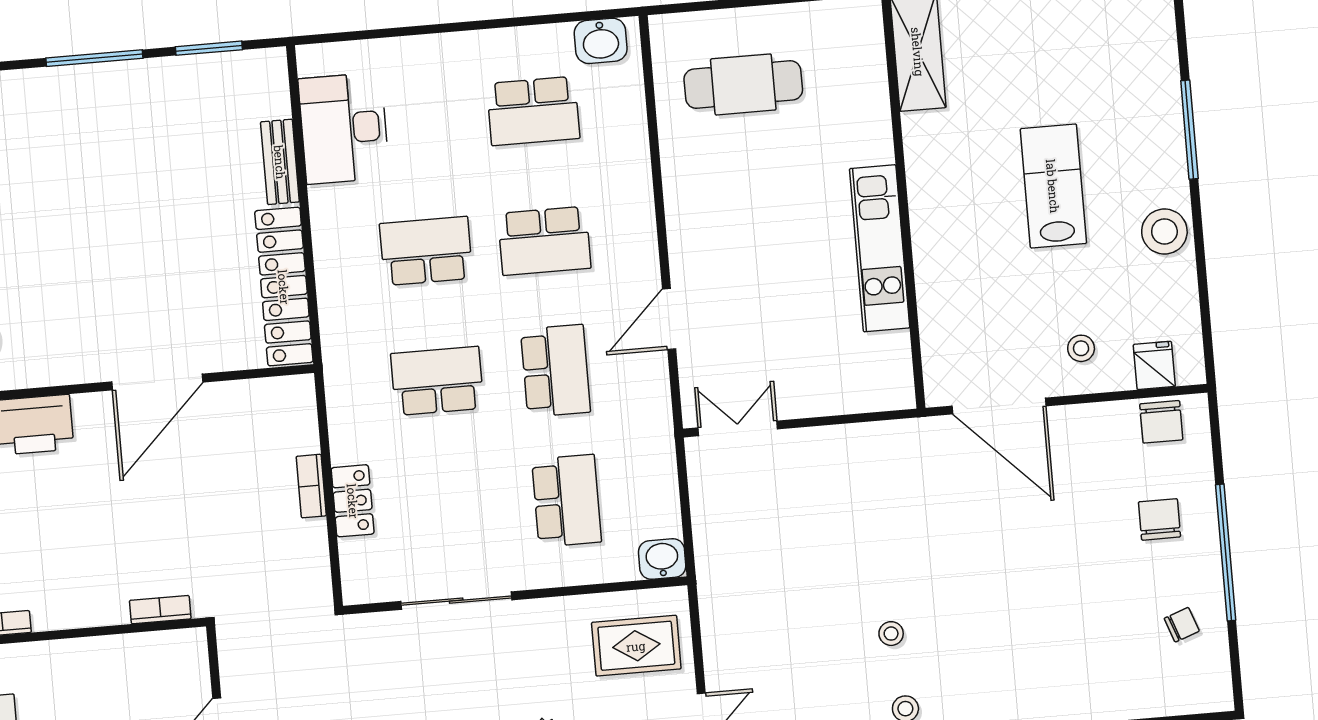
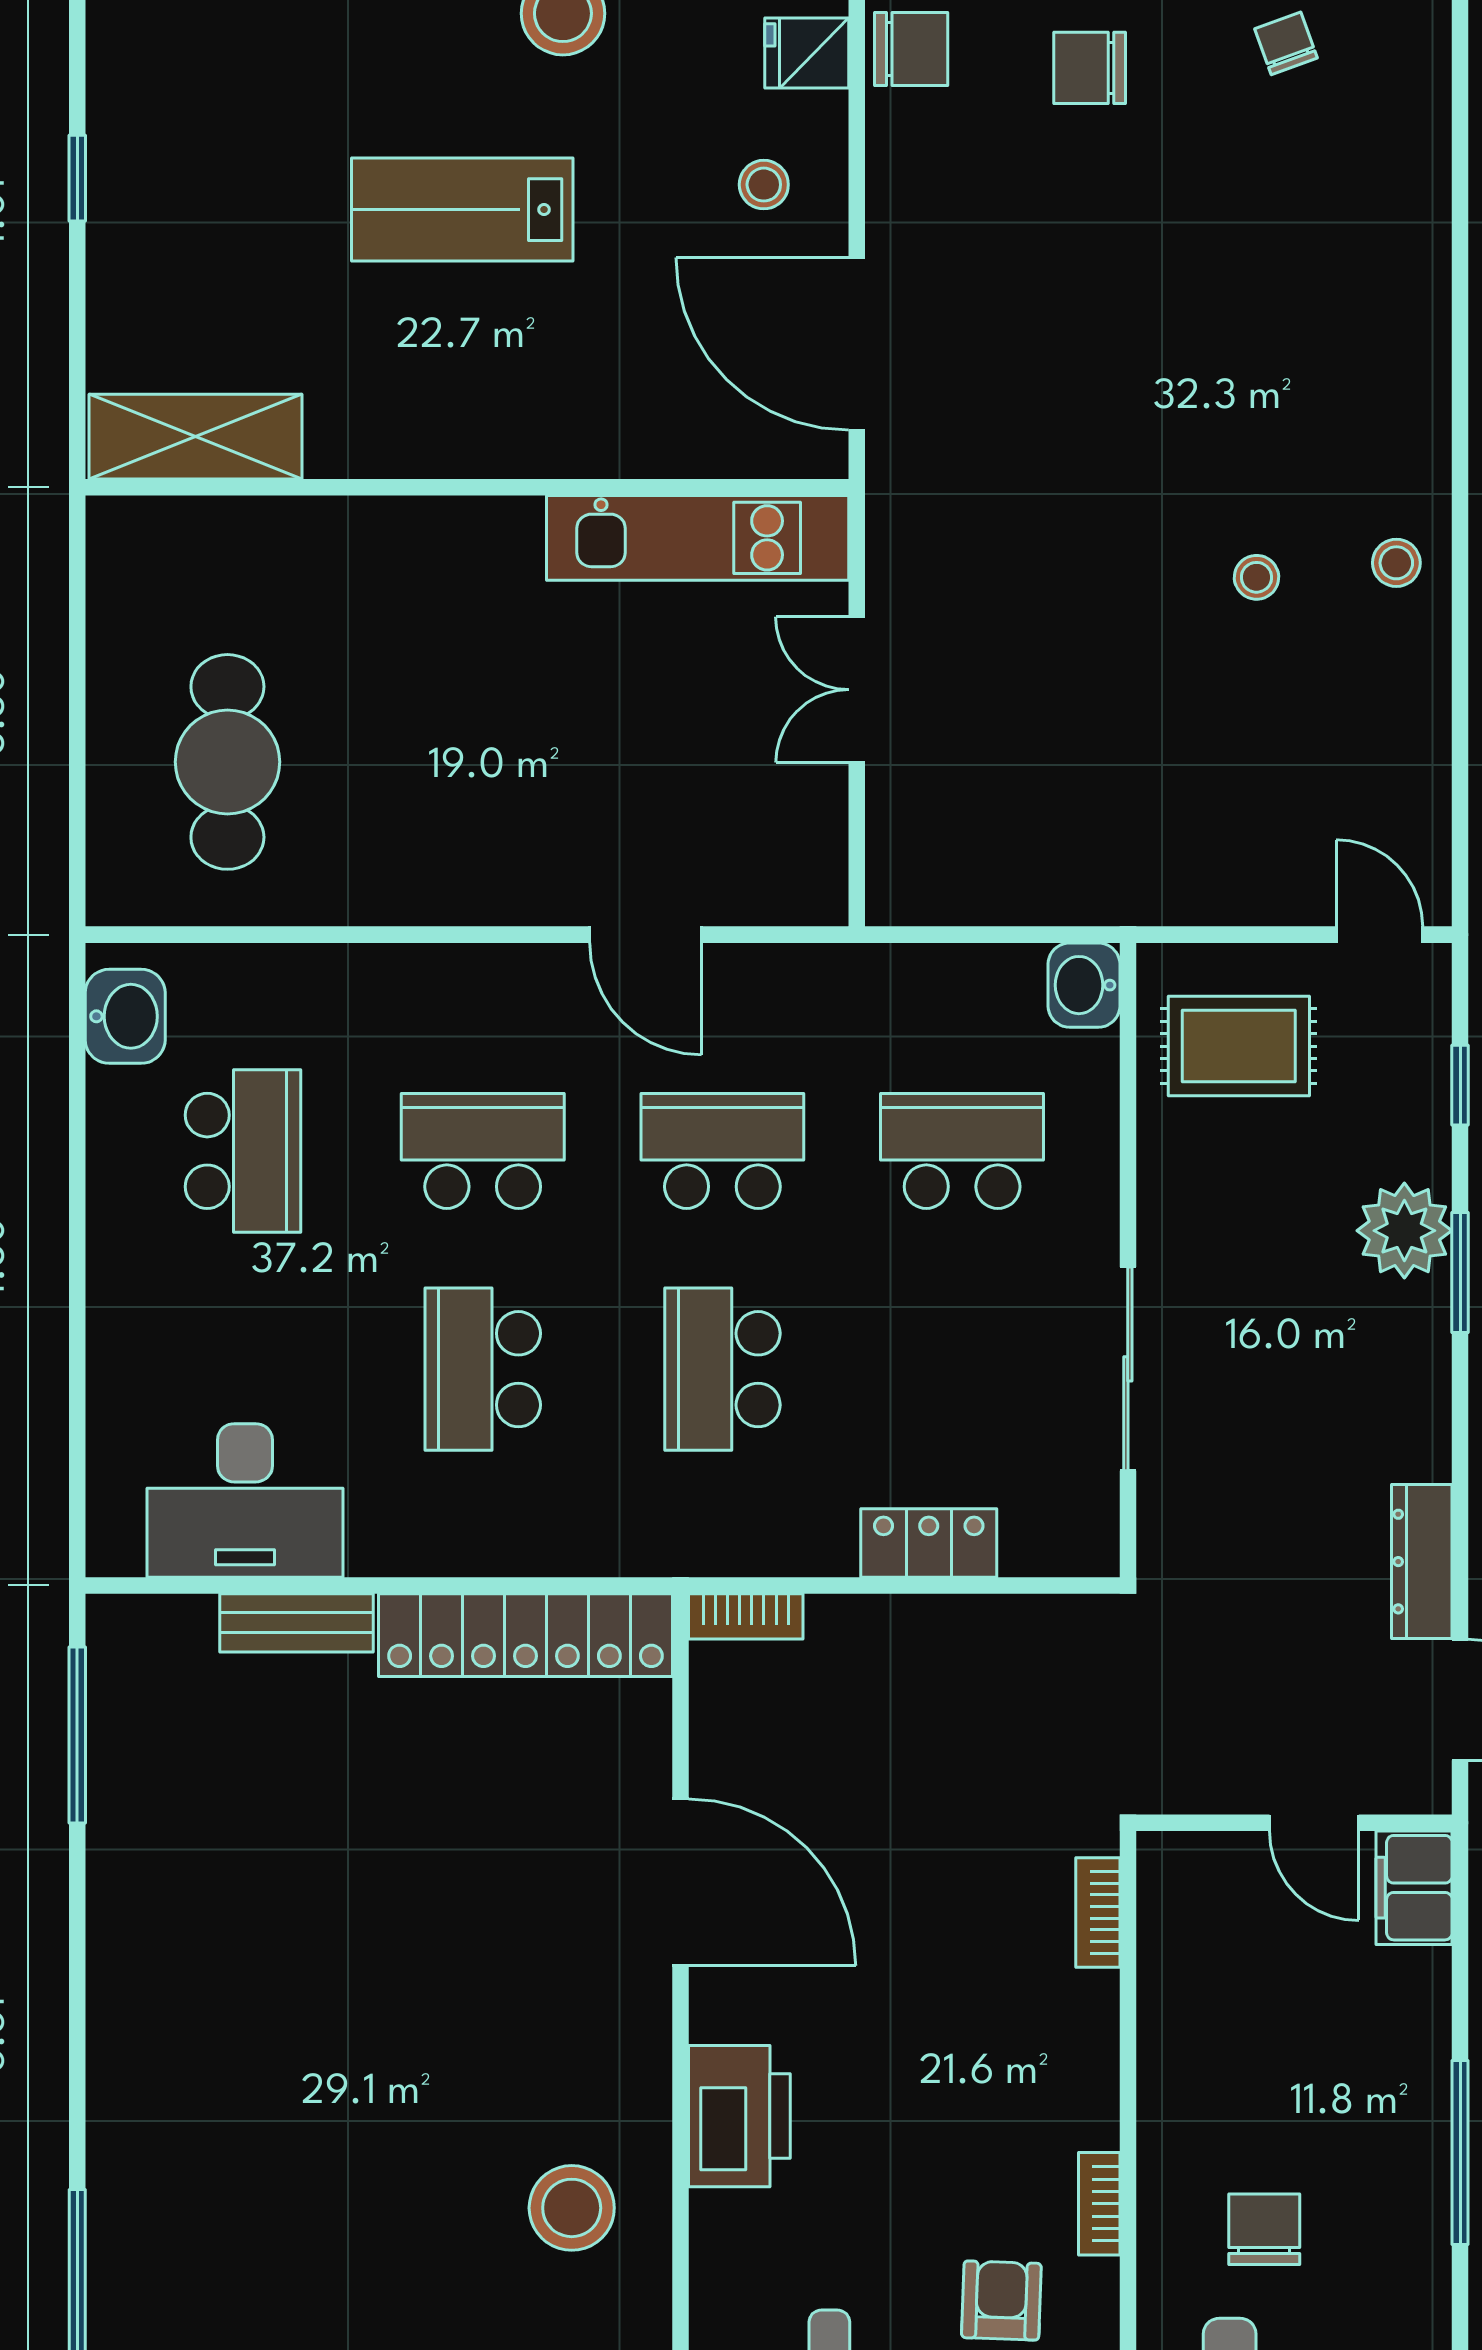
window: (209, 48) -> (77, 1735), width x1.44
window: (94, 58) -> (77, 1946), removed
school desk: (544, 241) -> (483, 1151), turned -90
kitchen unit: (880, 248) -> (698, 538), moved
door: (999, 406) -> (857, 344), swing flipped
double door: (738, 428) -> (857, 690), moved
bookcase: (311, 486) -> (746, 1616), moved
rug: (636, 646) -> (1239, 1046), turned 90

